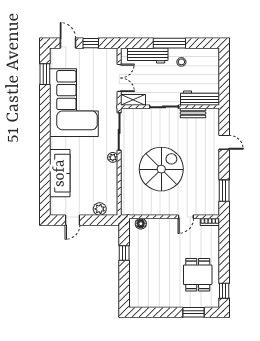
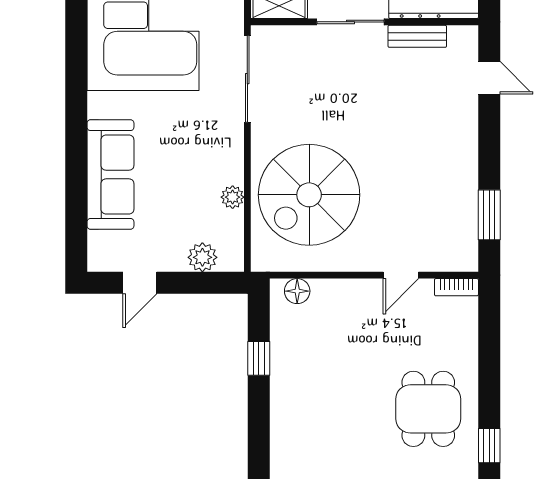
door: (224, 142) -> (489, 78), moved
plant: (113, 157) -> (233, 197), moved
spiral stairs: (161, 169) -> (309, 195), moved, turned 180

